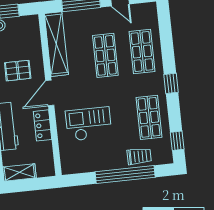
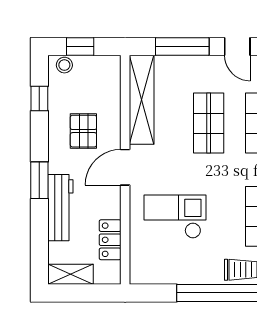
pallet: (18, 71) -> (83, 131), turned 90
locker: (43, 125) -> (110, 240), moved

